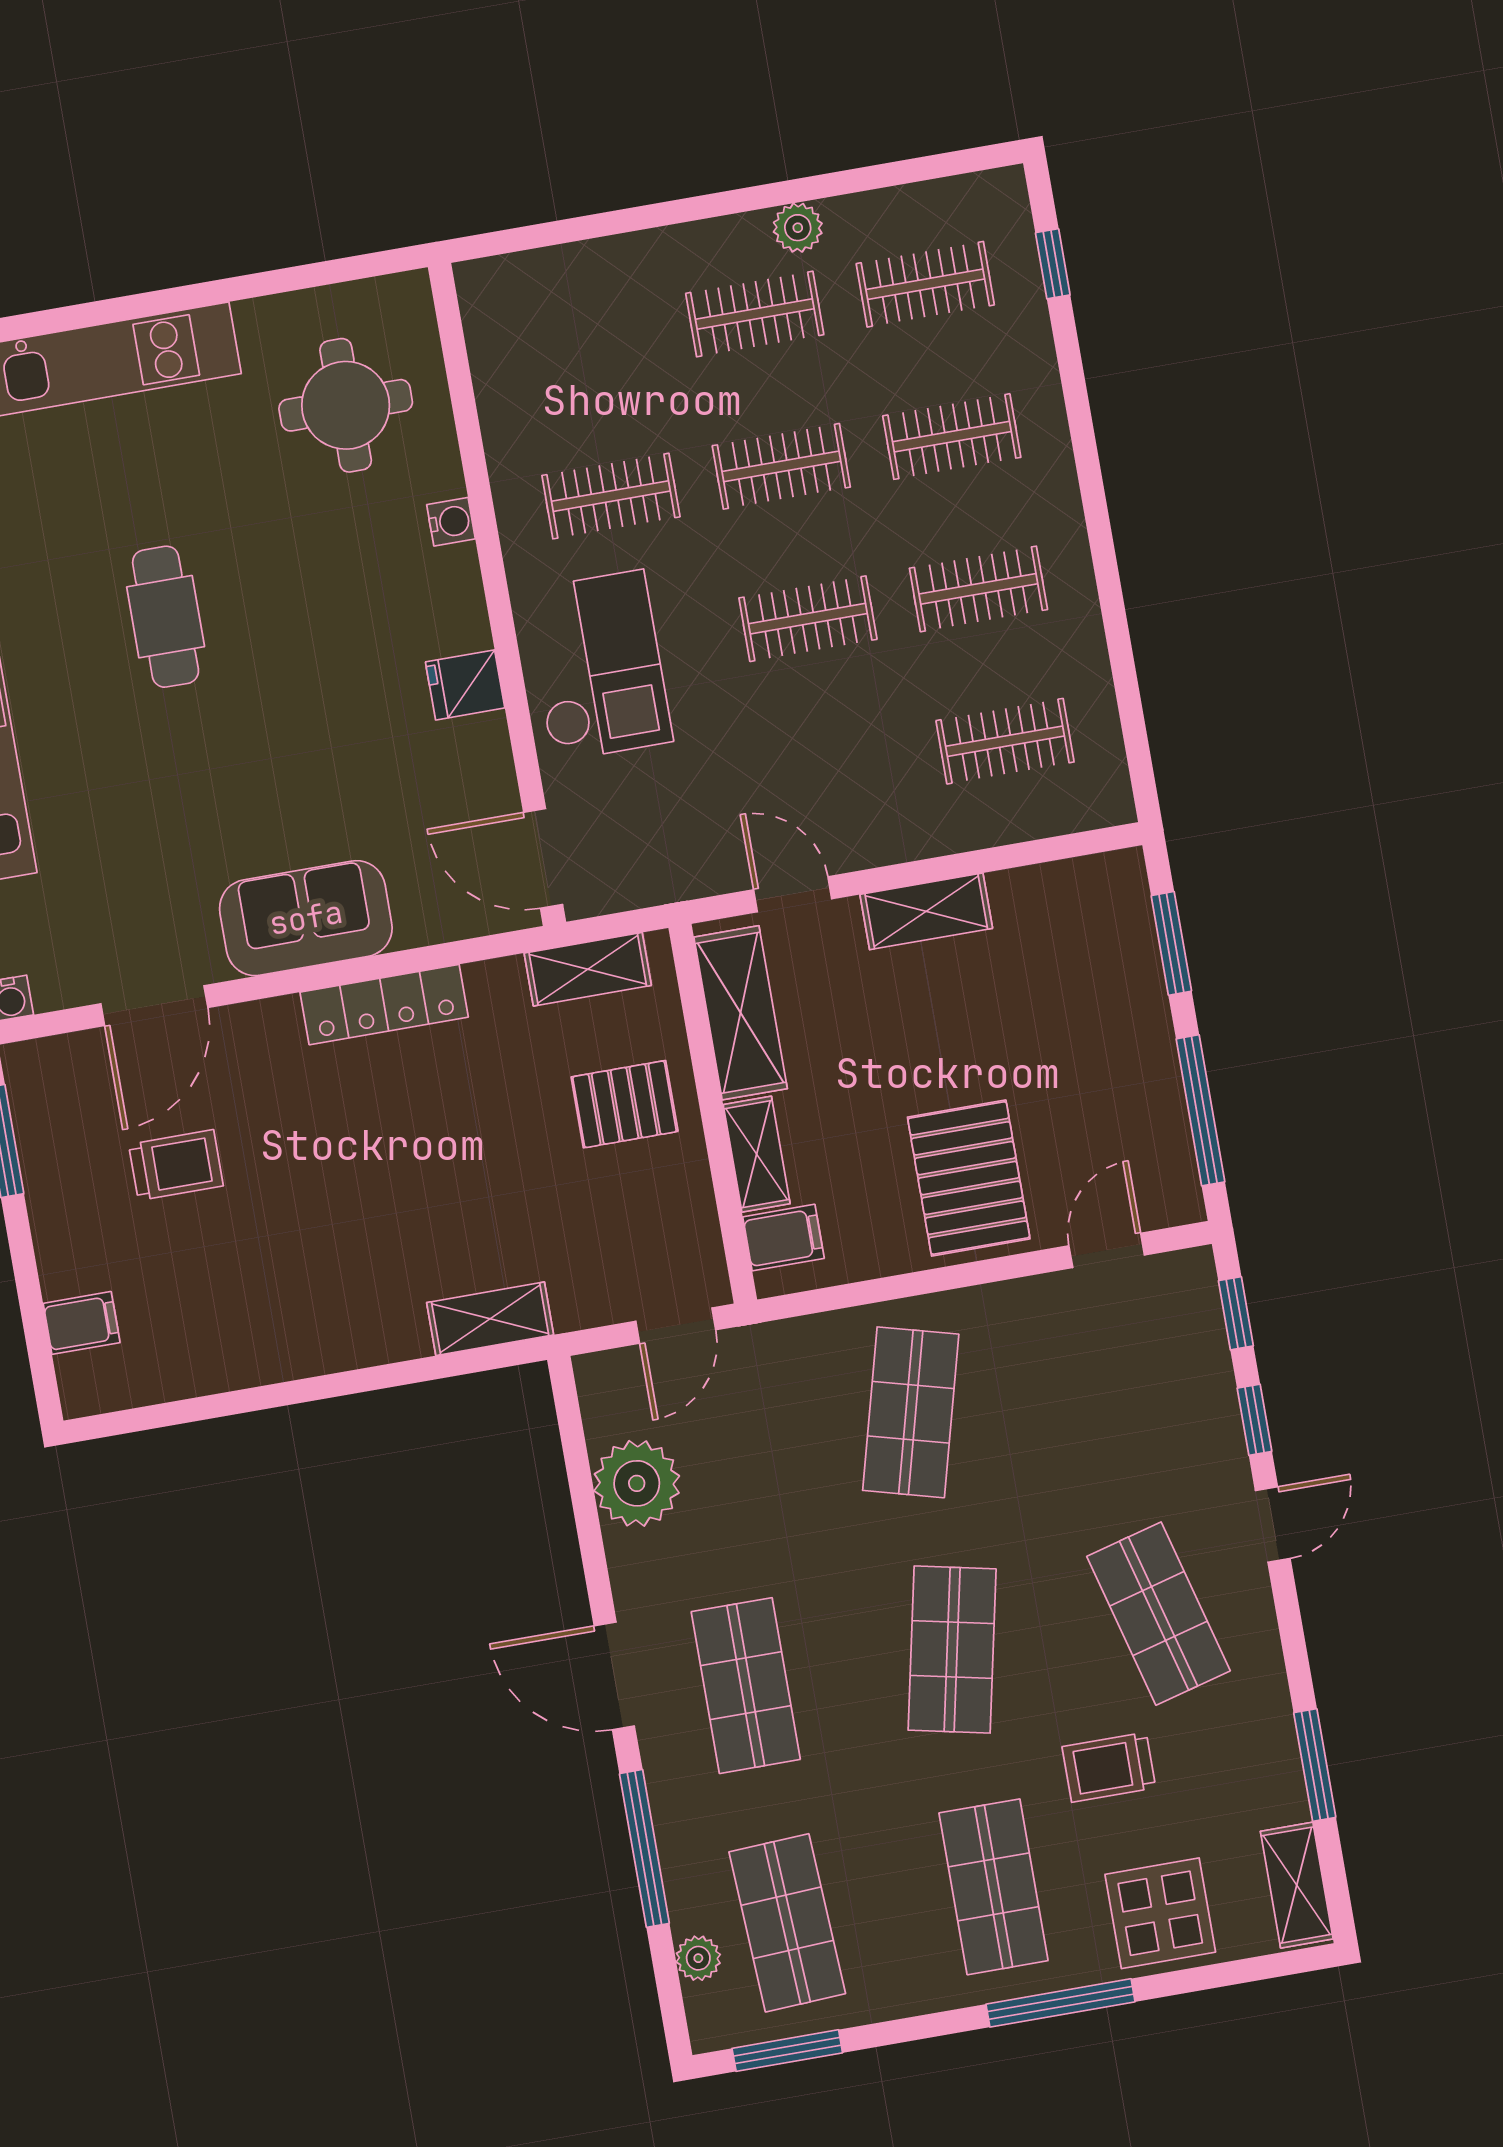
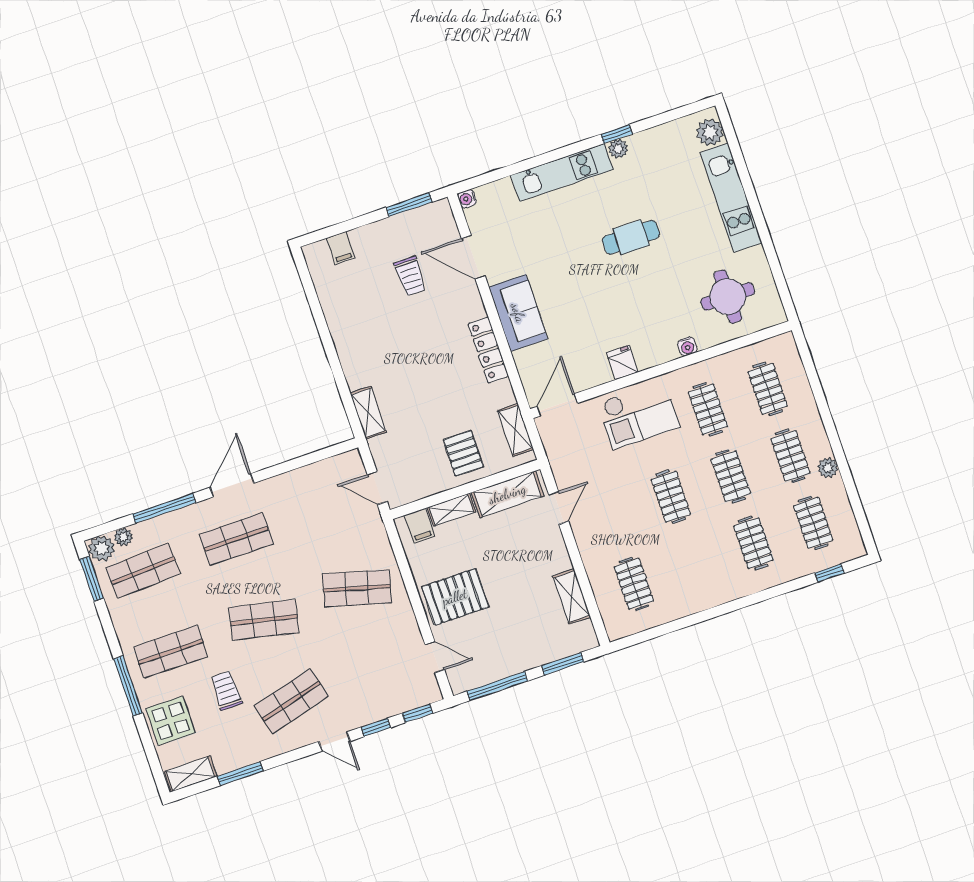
clothes rail: (978, 589) -> (768, 389), moved
shelving: (926, 911) -> (572, 597), moved
plant: (637, 1483) -> (102, 548), moved, width x0.73, depth x0.73

